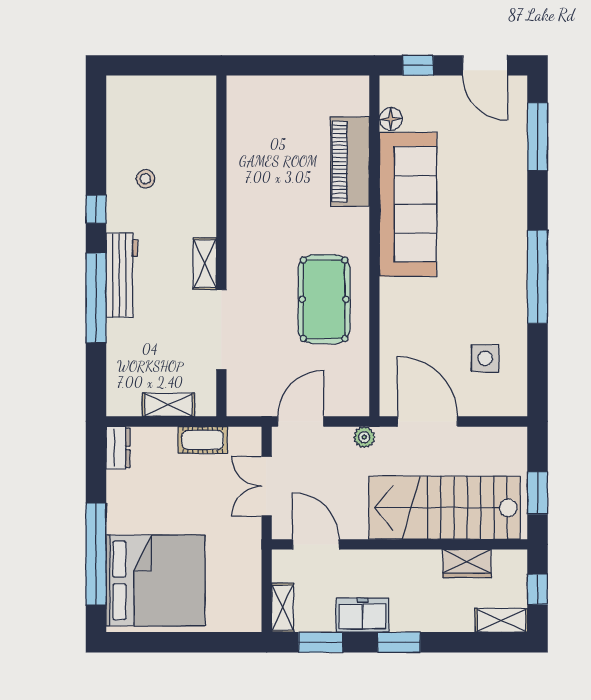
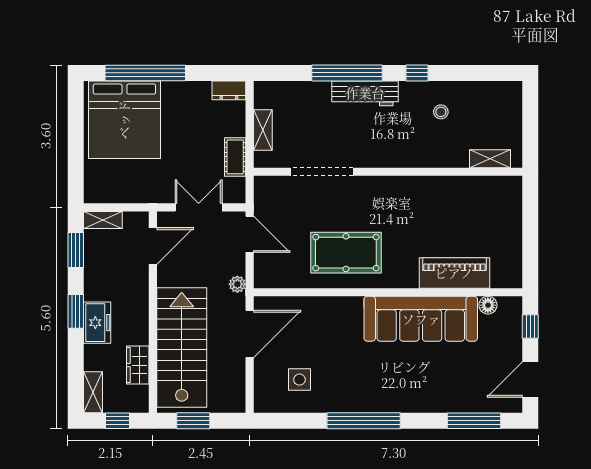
shelving: (205, 264) -> (490, 159), moved
freezer: (362, 615) -> (97, 323), moved

